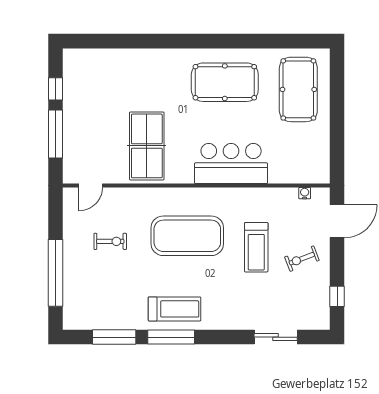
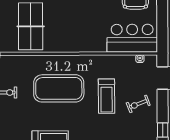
bar counter: (231, 164) -> (132, 38), moved

